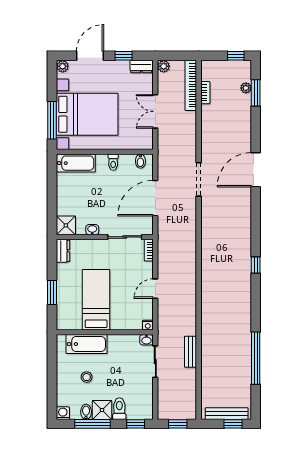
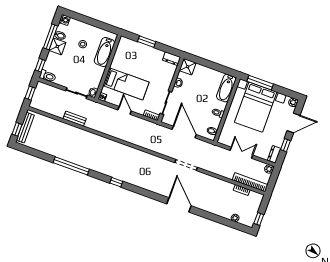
door: (90, 56) -> (293, 123), hinge flipped
window: (256, 93) -> (230, 223), removed
bed: (96, 300) -> (126, 84), moved
window: (256, 358) -> (71, 166), moved
toilet: (119, 409) -> (48, 76), moved

